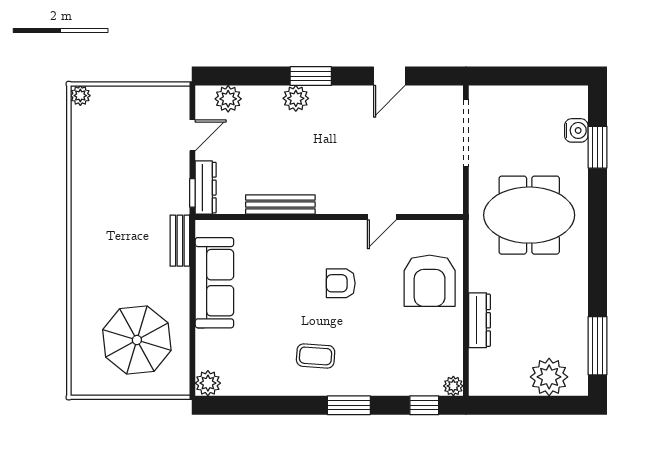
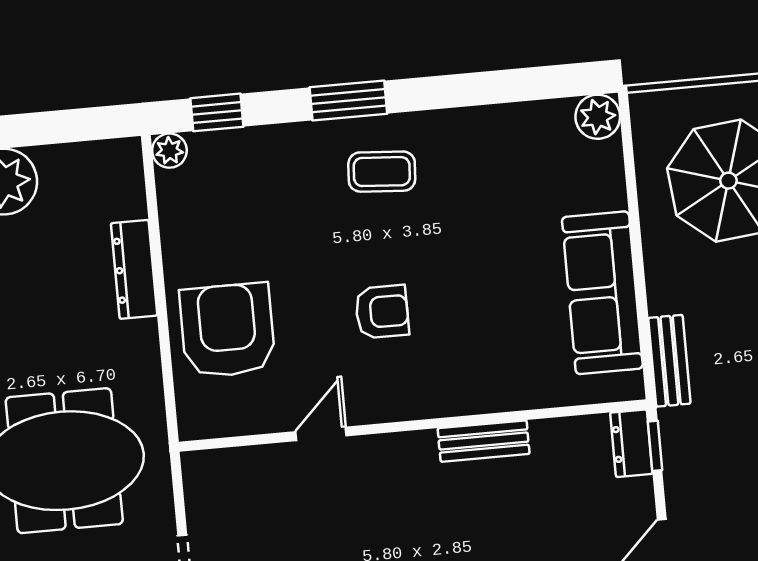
dresser: (206, 188) -> (631, 443), width x0.70
bench: (280, 205) -> (484, 441), width x0.73
coffee table: (316, 356) -> (382, 172), moved

